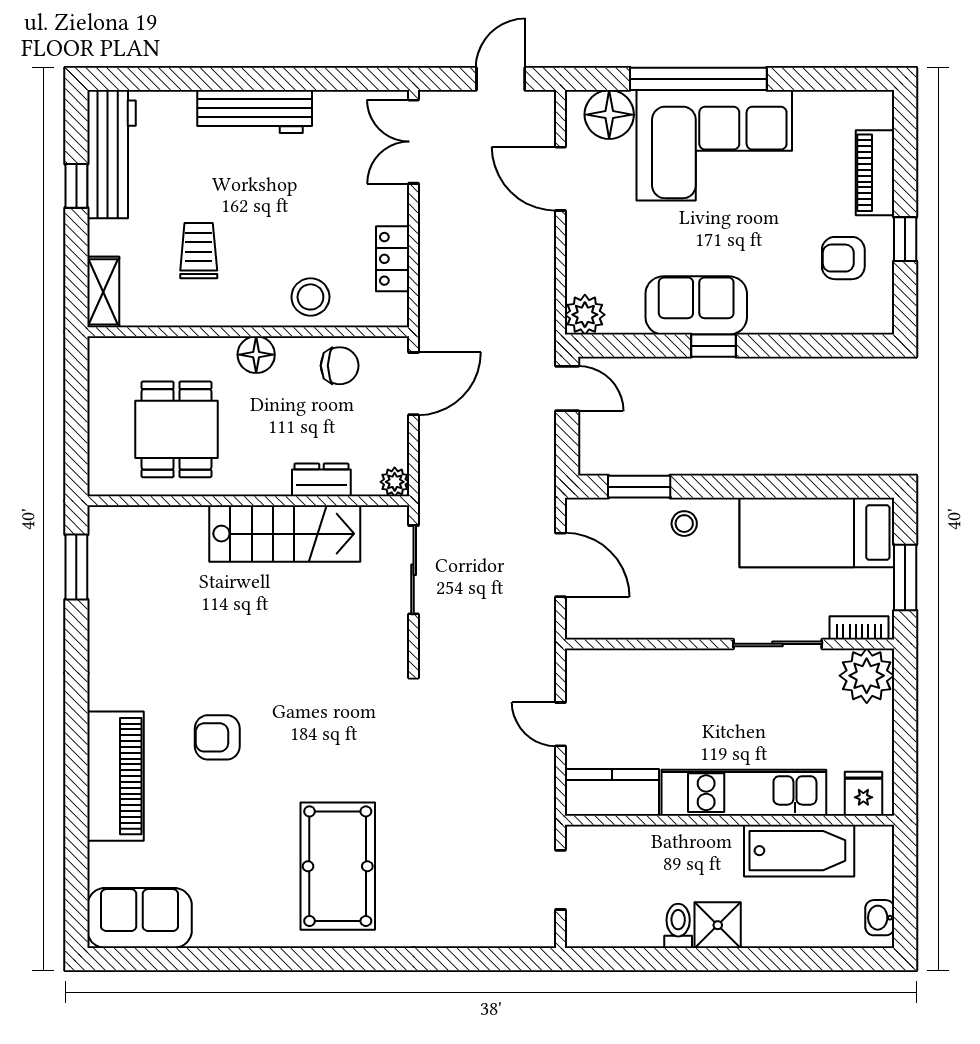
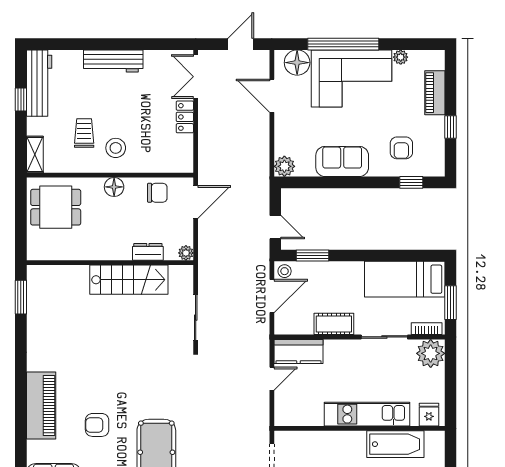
plant: (809, 104) -> (401, 57), added
armchair: (843, 258) -> (401, 148), moved, turned -90
locker: (393, 259) -> (185, 117), moved
stool: (310, 297) -> (116, 148), moved
window: (714, 346) -> (411, 182), moved
door: (567, 389) -> (275, 227), moved
dining table: (177, 429) -> (56, 207), moved, turned 90
stool: (684, 524) -> (285, 271), moved
door: (561, 565) -> (272, 296), hinge flipped
sliding door: (414, 570) -> (196, 318), moved
cot: (680, 619) -> (334, 324), added
door: (561, 724) -> (272, 379), swing flipped
armchair: (217, 737) -> (97, 425), moved
kitchen counter: (612, 792) -> (298, 351), moved, turned 180

